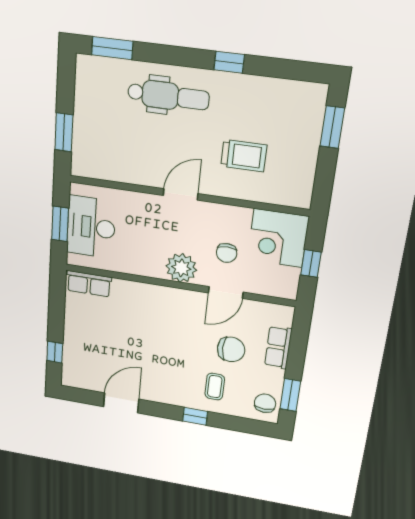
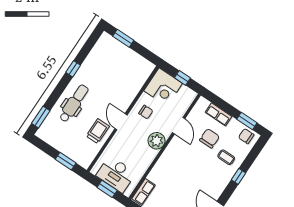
trolley: (244, 156) -> (98, 131), moved
chair: (227, 253) -> (146, 112), moved

